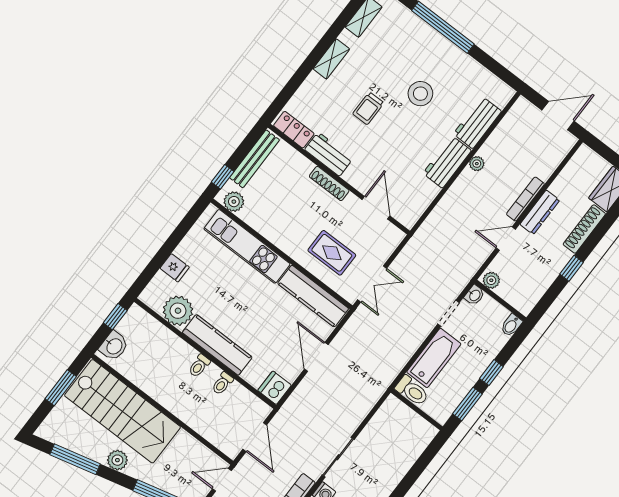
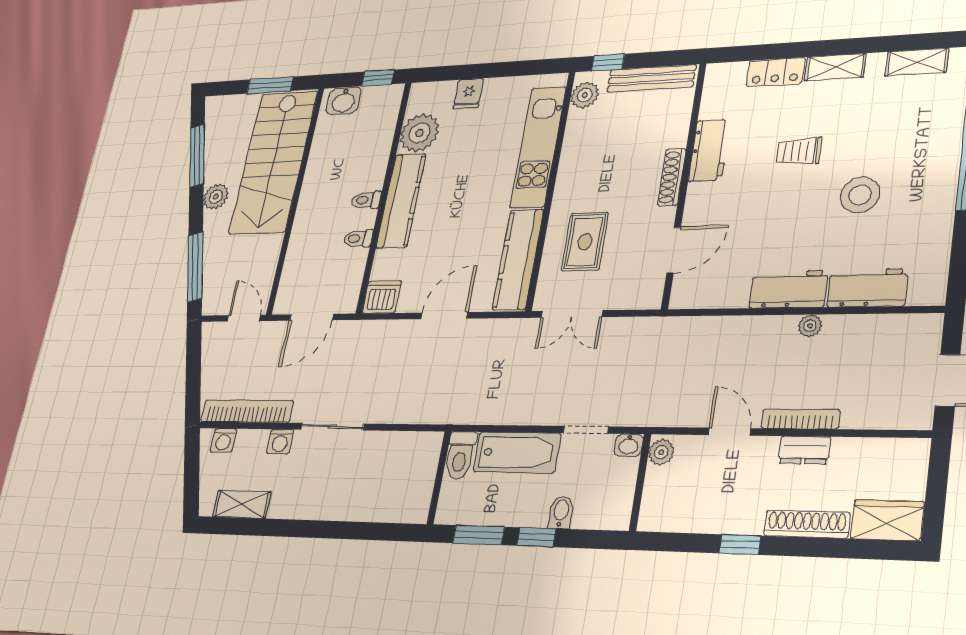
locker: (294, 130) -> (776, 72), moved, turned 90
dresser: (540, 212) -> (804, 450), width x0.70
bidet: (511, 325) -> (561, 512), moved, turned 90

